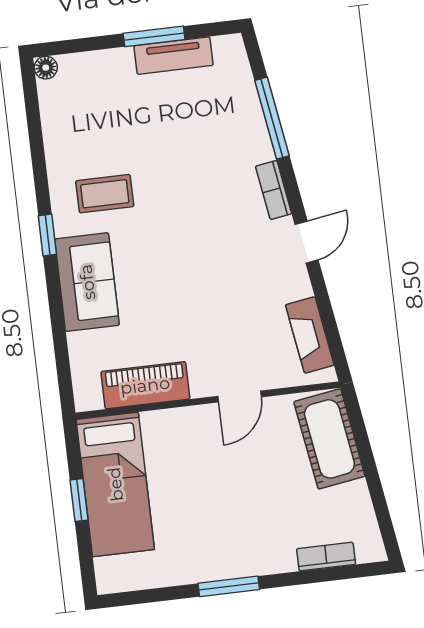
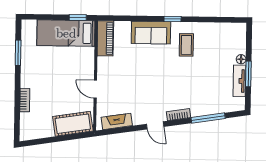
floor lamp: (46, 68) -> (241, 59), moved
piano: (145, 385) -> (105, 38), moved
window: (79, 500) -> (78, 18), moved
bookcase: (326, 557) -> (25, 100), moved
window: (229, 586) -> (18, 53), moved

